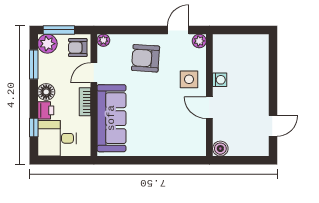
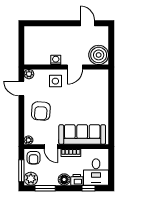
boiler: (220, 149) -> (99, 55), width x1.86, depth x1.86

